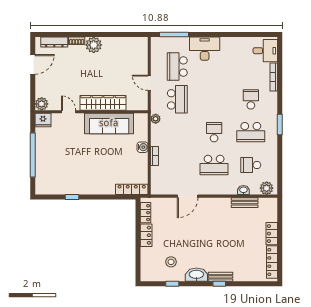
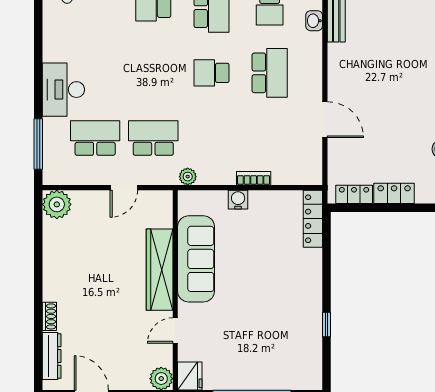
plant: (94, 45) -> (57, 204), moved
school desk: (177, 67) -> (95, 138), turned 180

